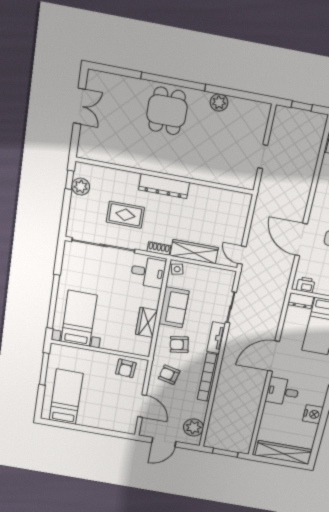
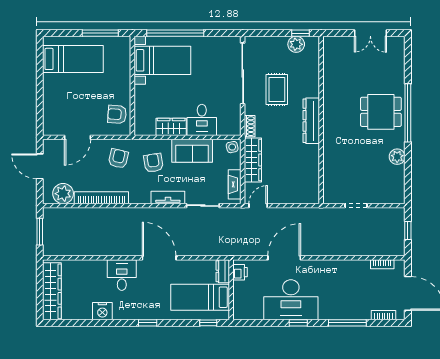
desk: (148, 272) -> (202, 120), moved
fireplace: (216, 274) -> (235, 184), added
bookcase: (208, 377) -> (101, 198), moved

